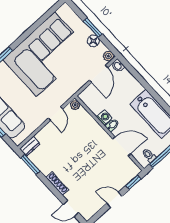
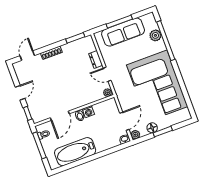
door: (99, 74) -> (124, 121), swing flipped
dresser: (30, 146) -> (96, 60), moved

